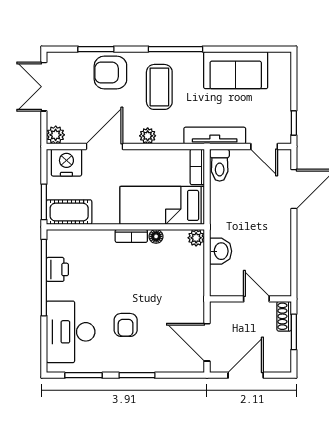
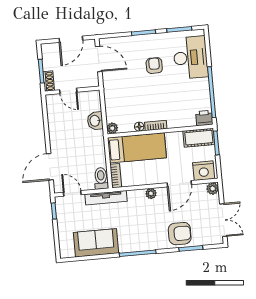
coffee table: (159, 87) -> (146, 227), removed
printer: (57, 269) -> (204, 118), moved, turned 90

